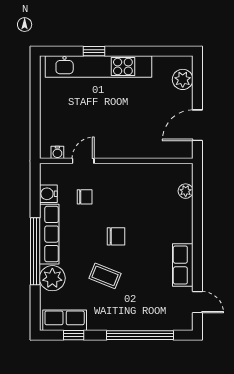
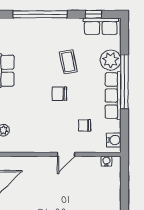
door: (83, 161) -> (66, 154), moved
water cooler: (48, 194) -> (114, 140), moved
coffee table: (105, 276) -> (68, 62), turned 57

